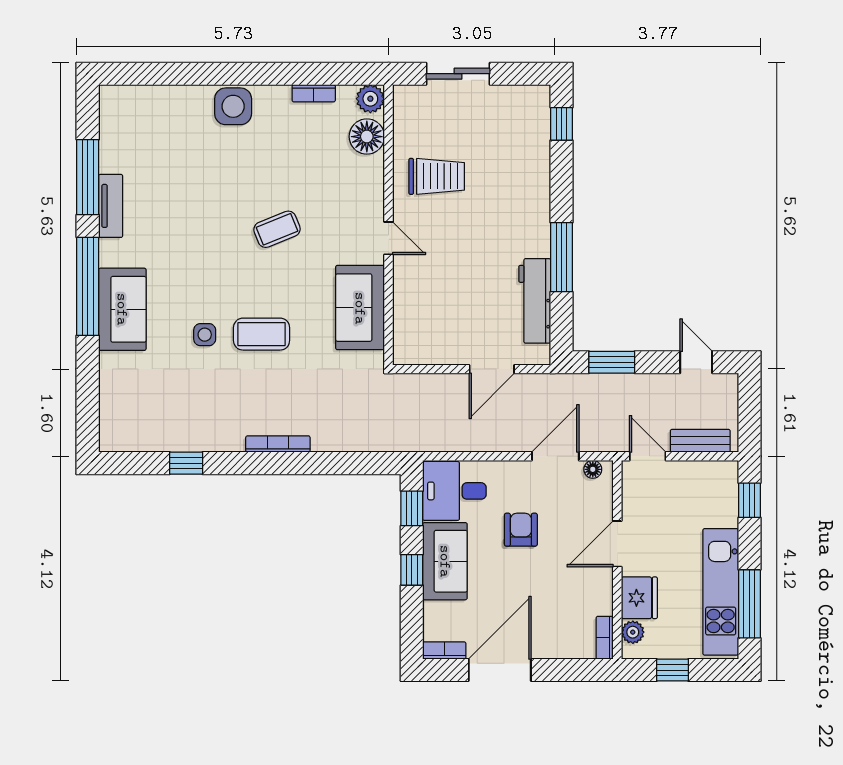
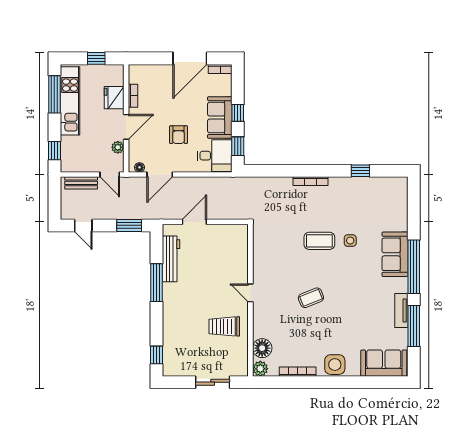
bookcase: (314, 93) -> (298, 372), width x1.56
sofa: (360, 308) -> (384, 363), moved, turned -90
plant: (633, 632) -> (118, 147), moved
bookcase: (605, 638) -> (133, 96), moved

